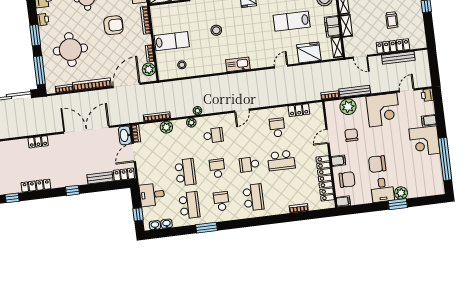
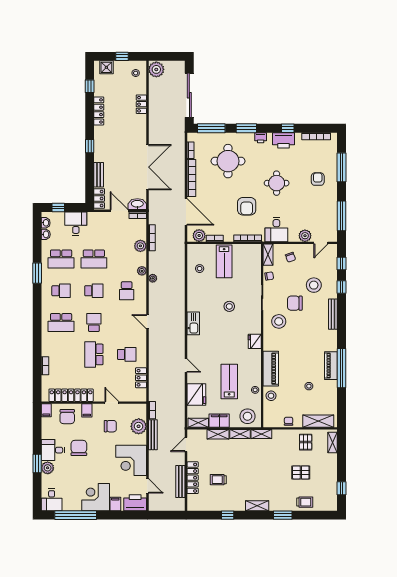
printer: (427, 95) -> (135, 503), width x1.87, depth x1.48
locker: (38, 142) -> (141, 104), moved
desk: (433, 185) -> (52, 500), added

